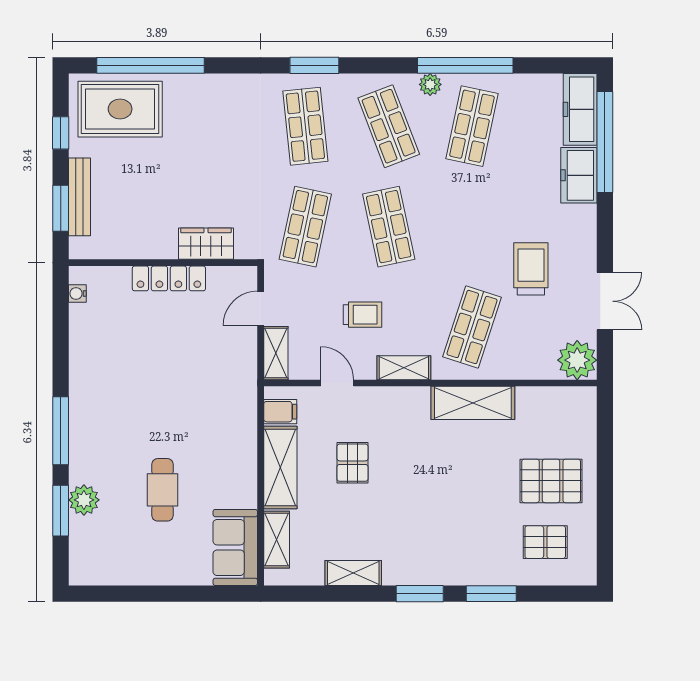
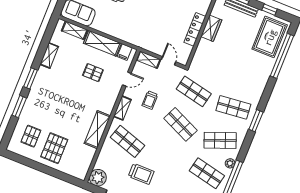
shop shelf: (389, 227) -> (180, 124), turned 36
wardrobe: (206, 244) -> (211, 28), moved

